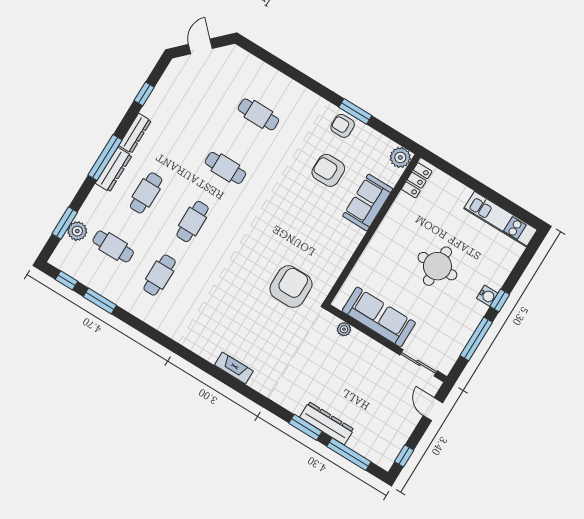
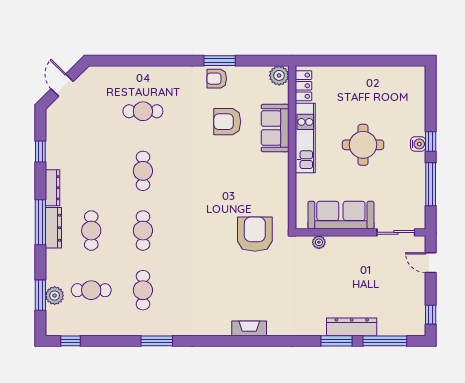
cafe table: (225, 168) -> (143, 171), turned 90
kitchen unit: (500, 219) -> (305, 138), moved, turned -90
window: (100, 301) -> (157, 341), moved

